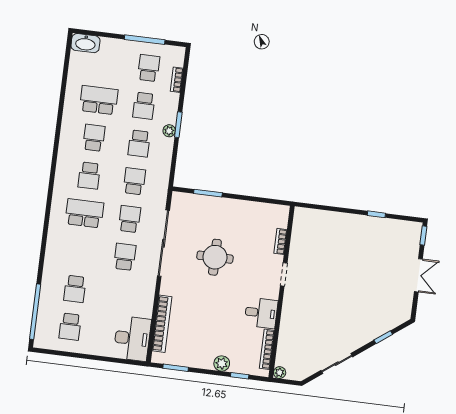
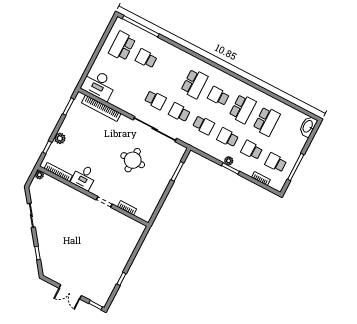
school desk: (149, 68) -> (276, 163), turned 180
school desk: (94, 138) -> (243, 109), width x1.85
school desk: (130, 219) -> (179, 112), turned 180
school desk: (70, 327) -> (122, 46), width x1.85

